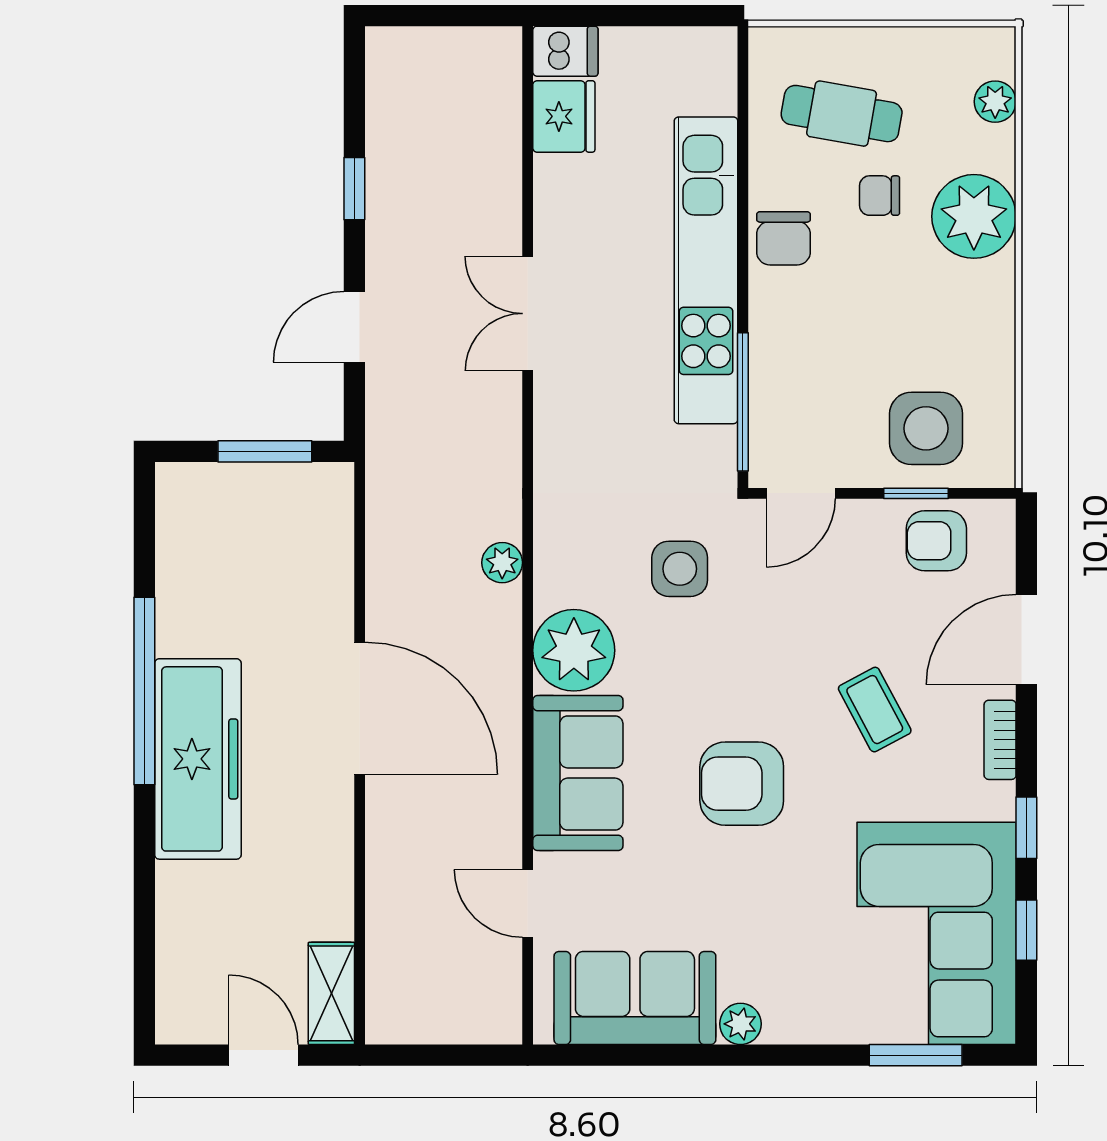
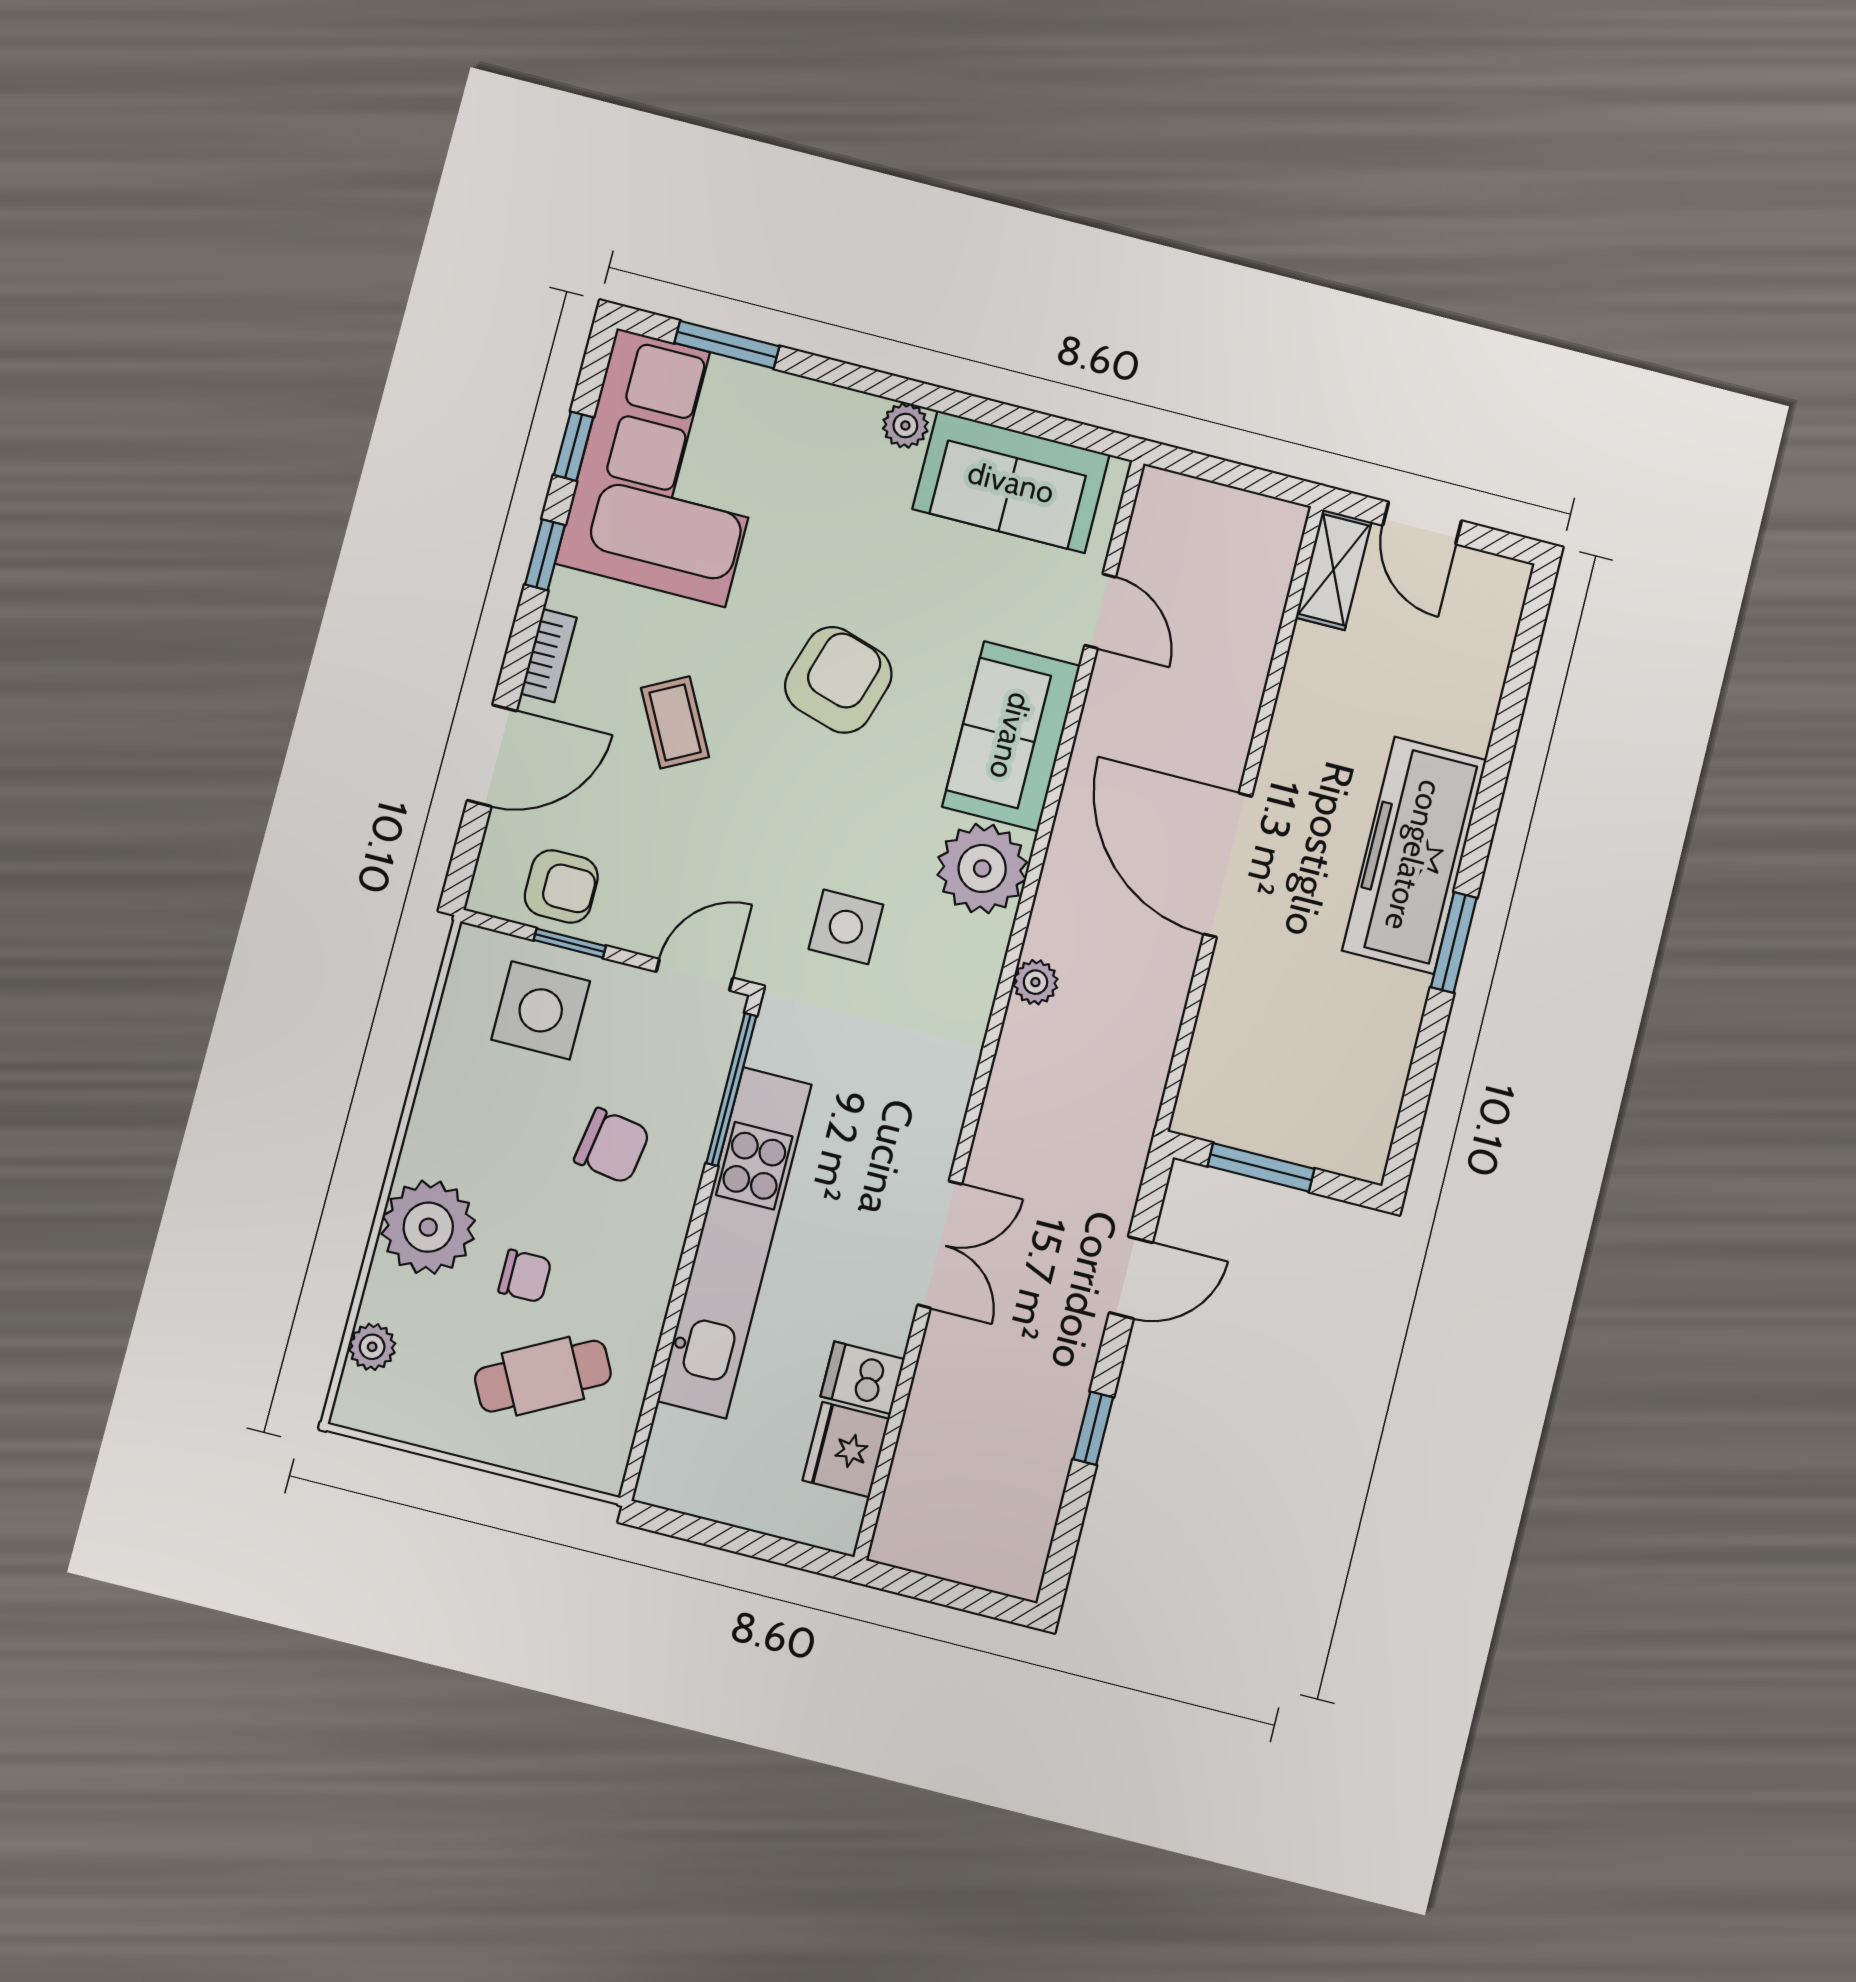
dishwasher: (565, 51) -> (862, 1378), moved
cafe table: (842, 114) -> (543, 1376), turned -38
chair: (783, 238) -> (612, 1146), moved, turned 99
window: (144, 691) -> (1454, 943), width x0.47
armchair: (742, 784) -> (838, 680), turned -73

